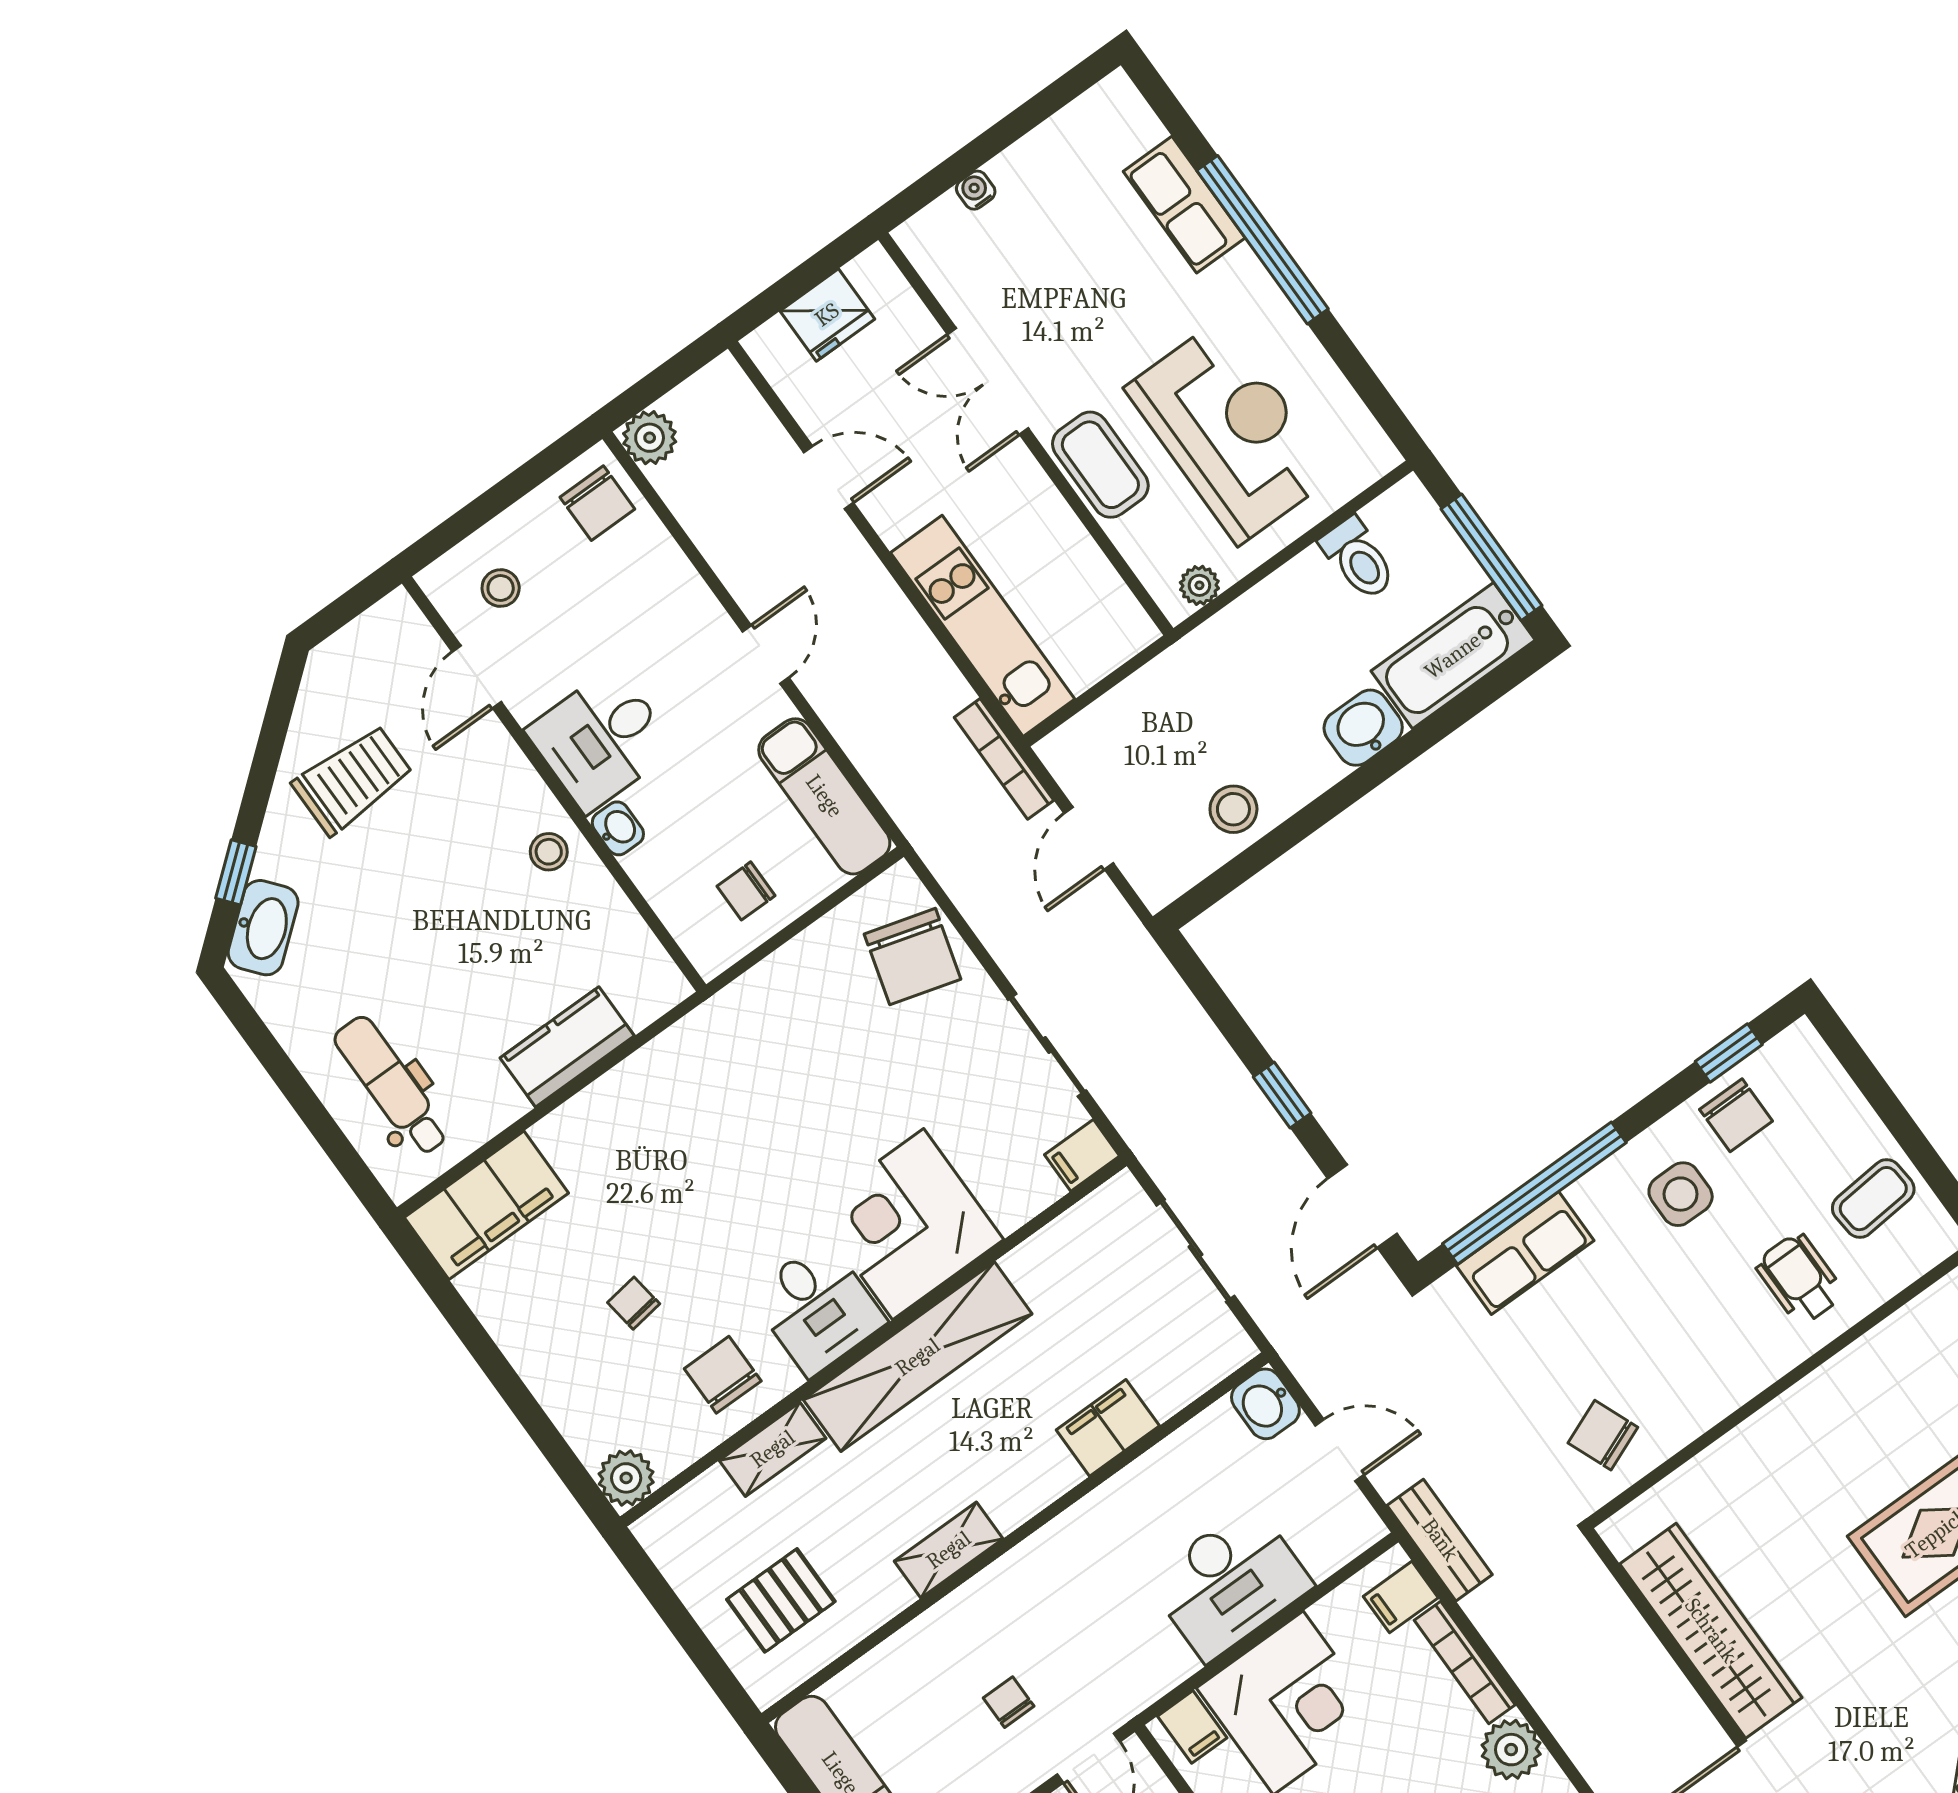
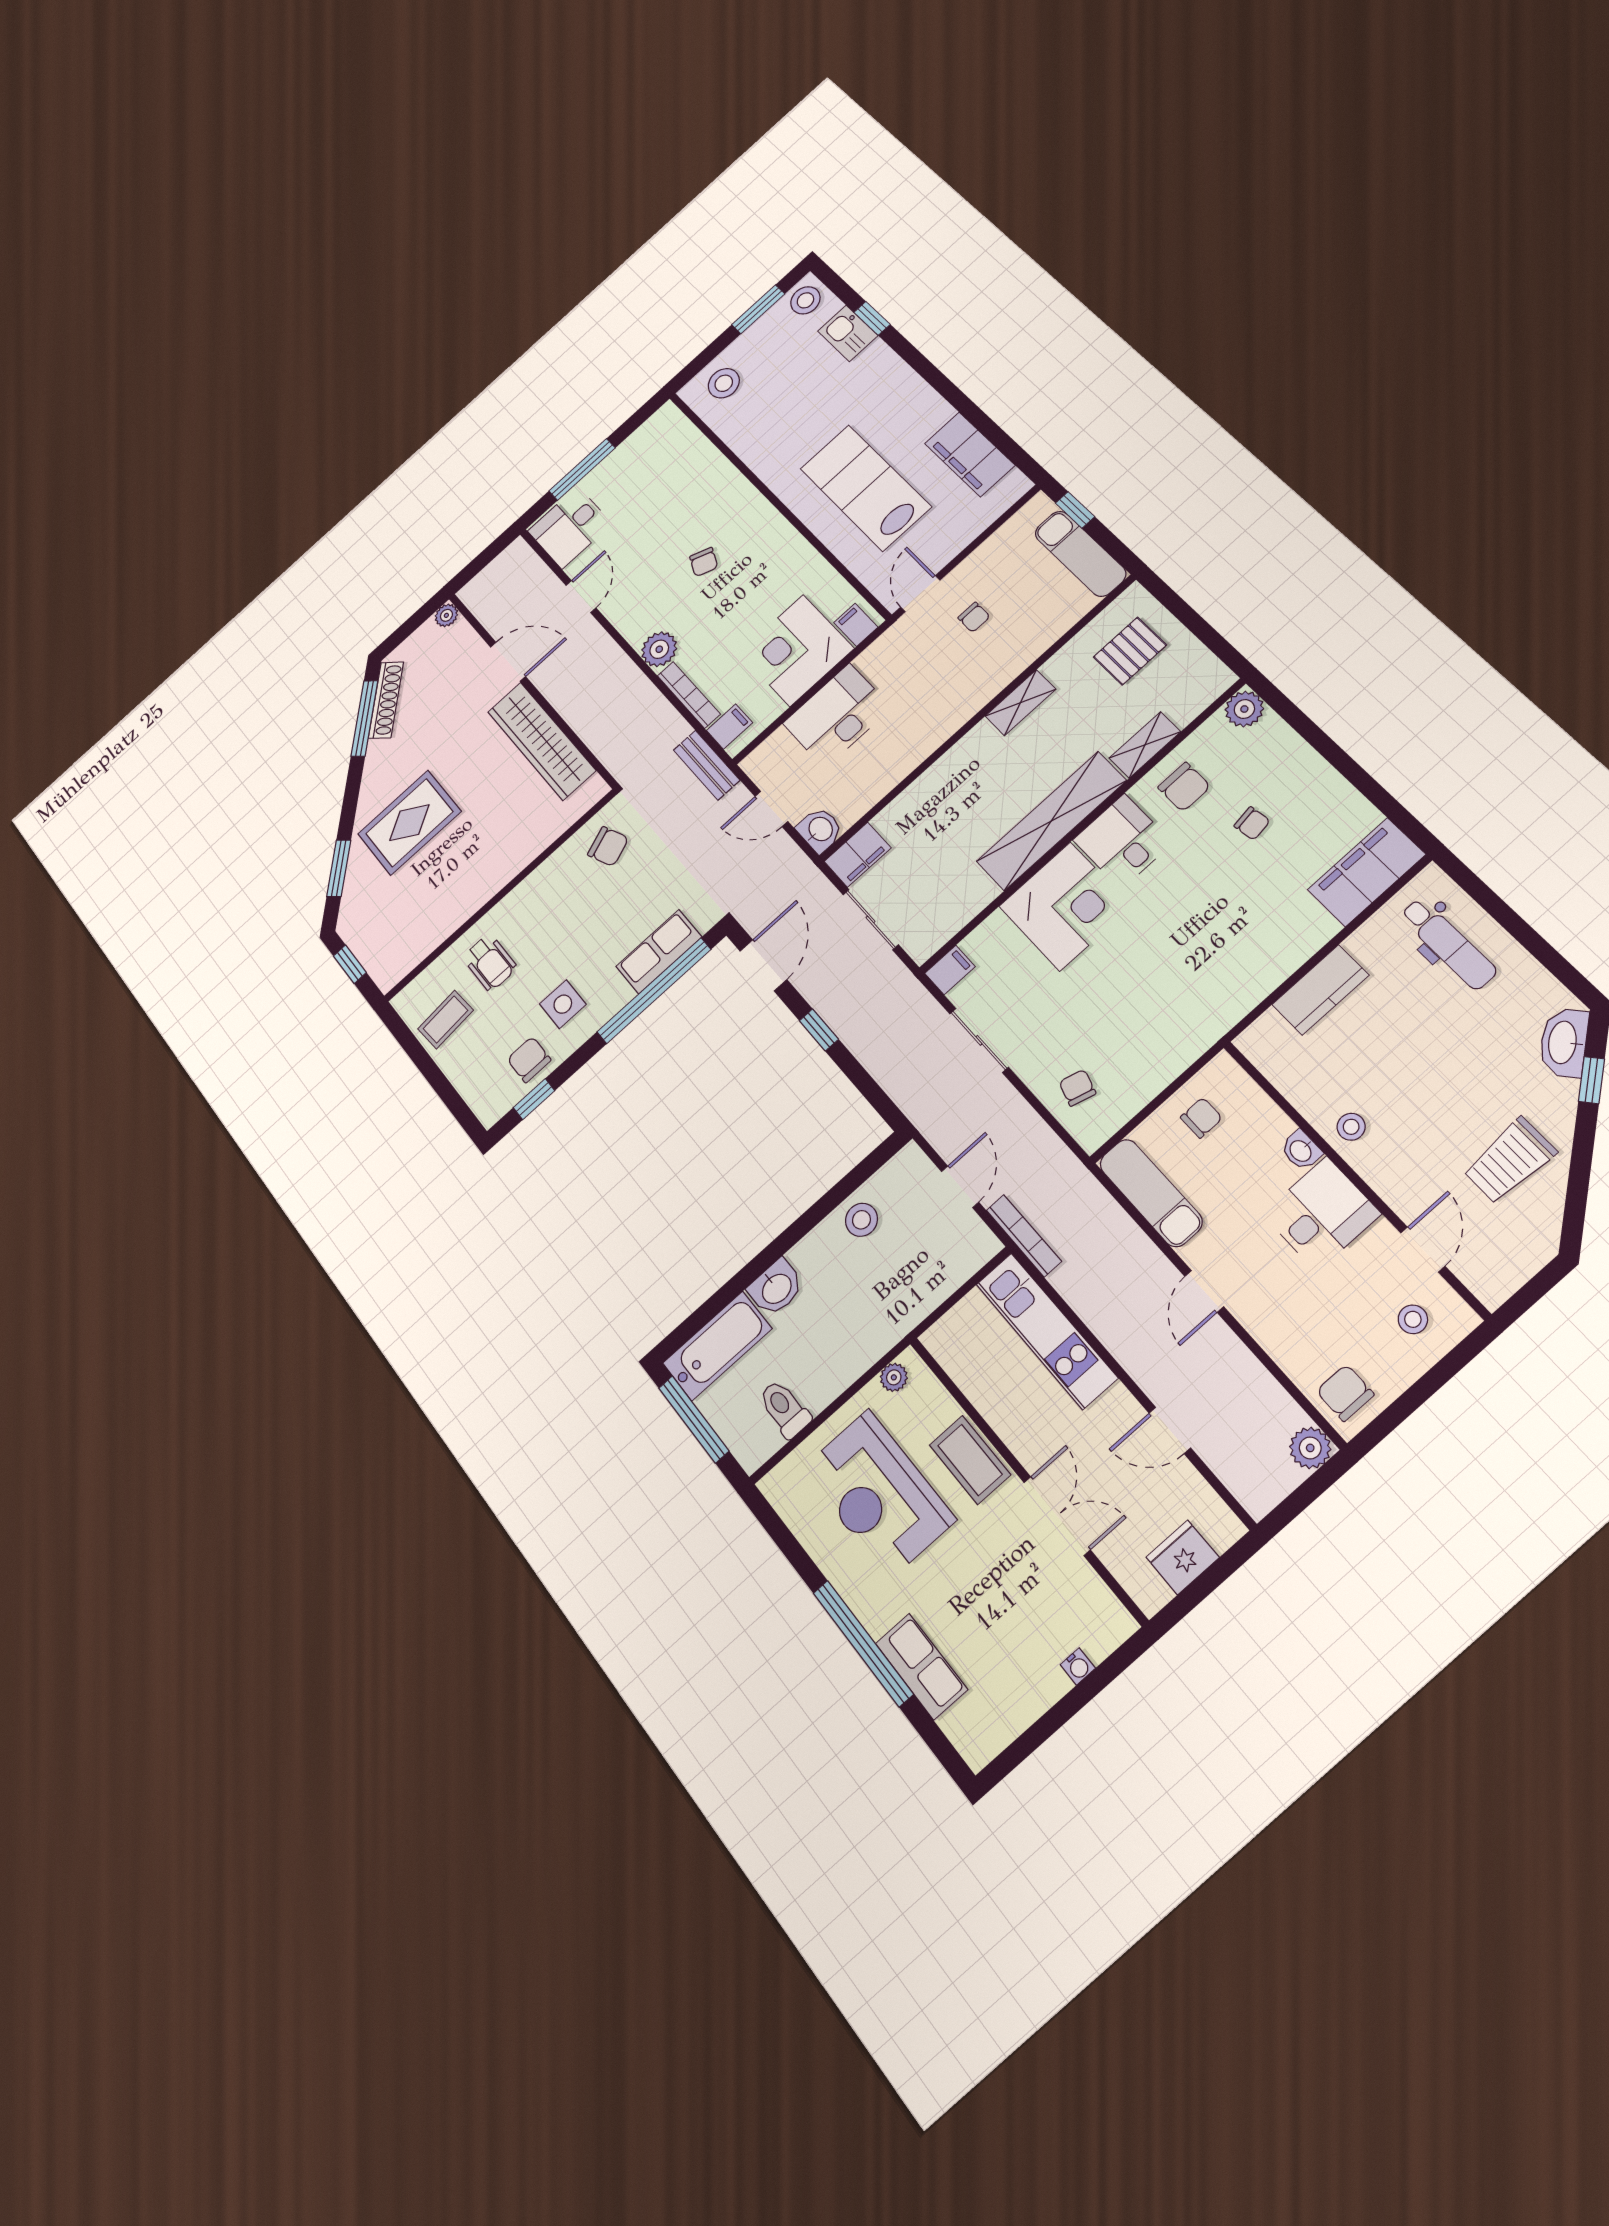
chair: (913, 957) -> (1077, 1088), width x0.54, depth x0.54
filing cabinet: (1108, 1428) -> (858, 855), moved

